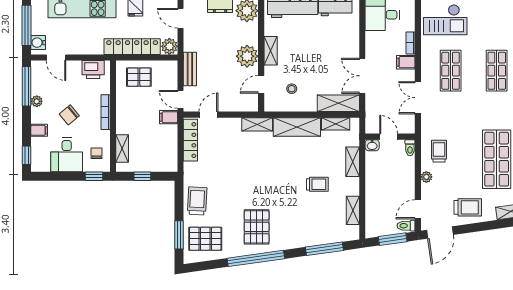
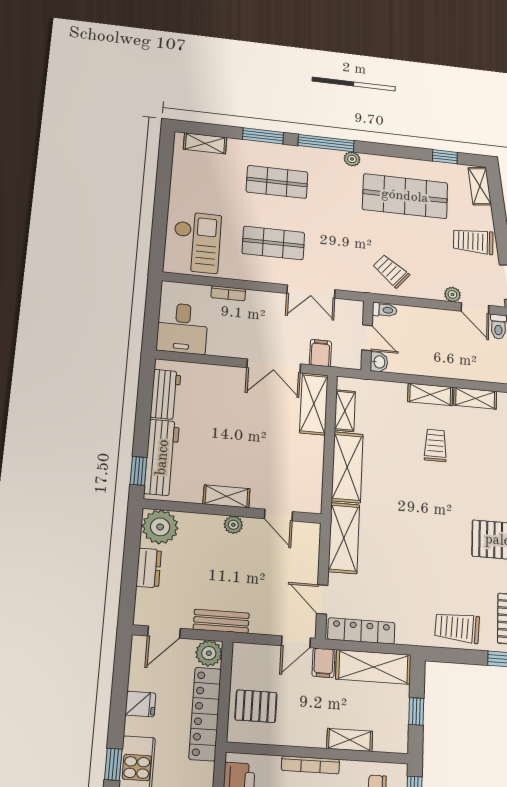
plant: (247, 56) -> (233, 525), width x0.53, depth x0.53
filing cabinet: (406, 62) -> (320, 353), moved, turned 180
bench: (190, 69) -> (221, 621), moved
pallet: (139, 77) -> (256, 706), turned 90
stool: (292, 89) -> (288, 470), removed
shelving: (257, 124) -> (344, 538), width x1.50, depth x1.33
door: (389, 137) -> (367, 338), swing flipped
shelving: (122, 148) -> (350, 740), moved
shelving: (168, 148) -> (373, 667), added
trolley: (439, 151) -> (391, 271), turned 39
shelving: (353, 162) -> (430, 394), moved
plant: (426, 177) -> (452, 294), moved
trolley: (468, 207) -> (473, 241), turned -90

